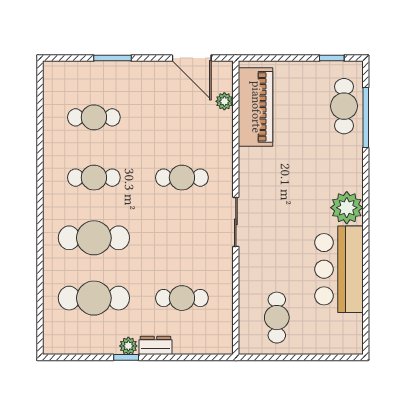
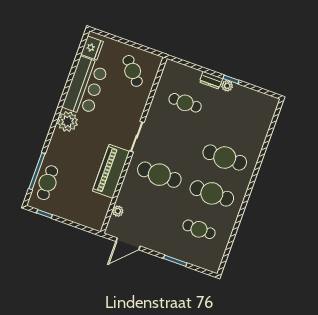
door: (192, 58) -> (128, 244), swing flipped
piano: (256, 107) -> (111, 171), moved
cafe table: (94, 178) -> (212, 193), width x1.37, depth x1.35
cafe table: (182, 178) -> (159, 175), width x1.37, depth x1.35
cafe table: (94, 298) -> (238, 122), removed
cafe table: (277, 318) -> (133, 71), turned -41
fridge: (350, 330) -> (92, 48), added

